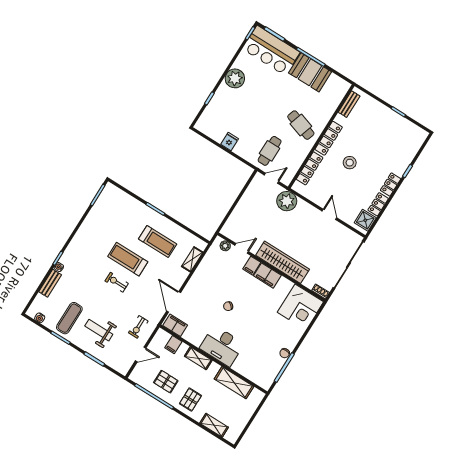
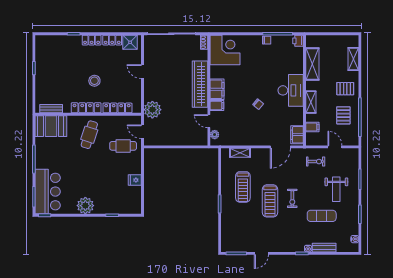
booth: (310, 72) -> (51, 126), moved, turned 90
door: (329, 214) -> (143, 72), hinge flipped
door: (82, 219) -> (261, 253), added
treadmill: (158, 242) -> (243, 187), turned 180
exercise mat: (69, 318) -> (322, 216), moved
printer: (265, 383) -> (298, 41), added

